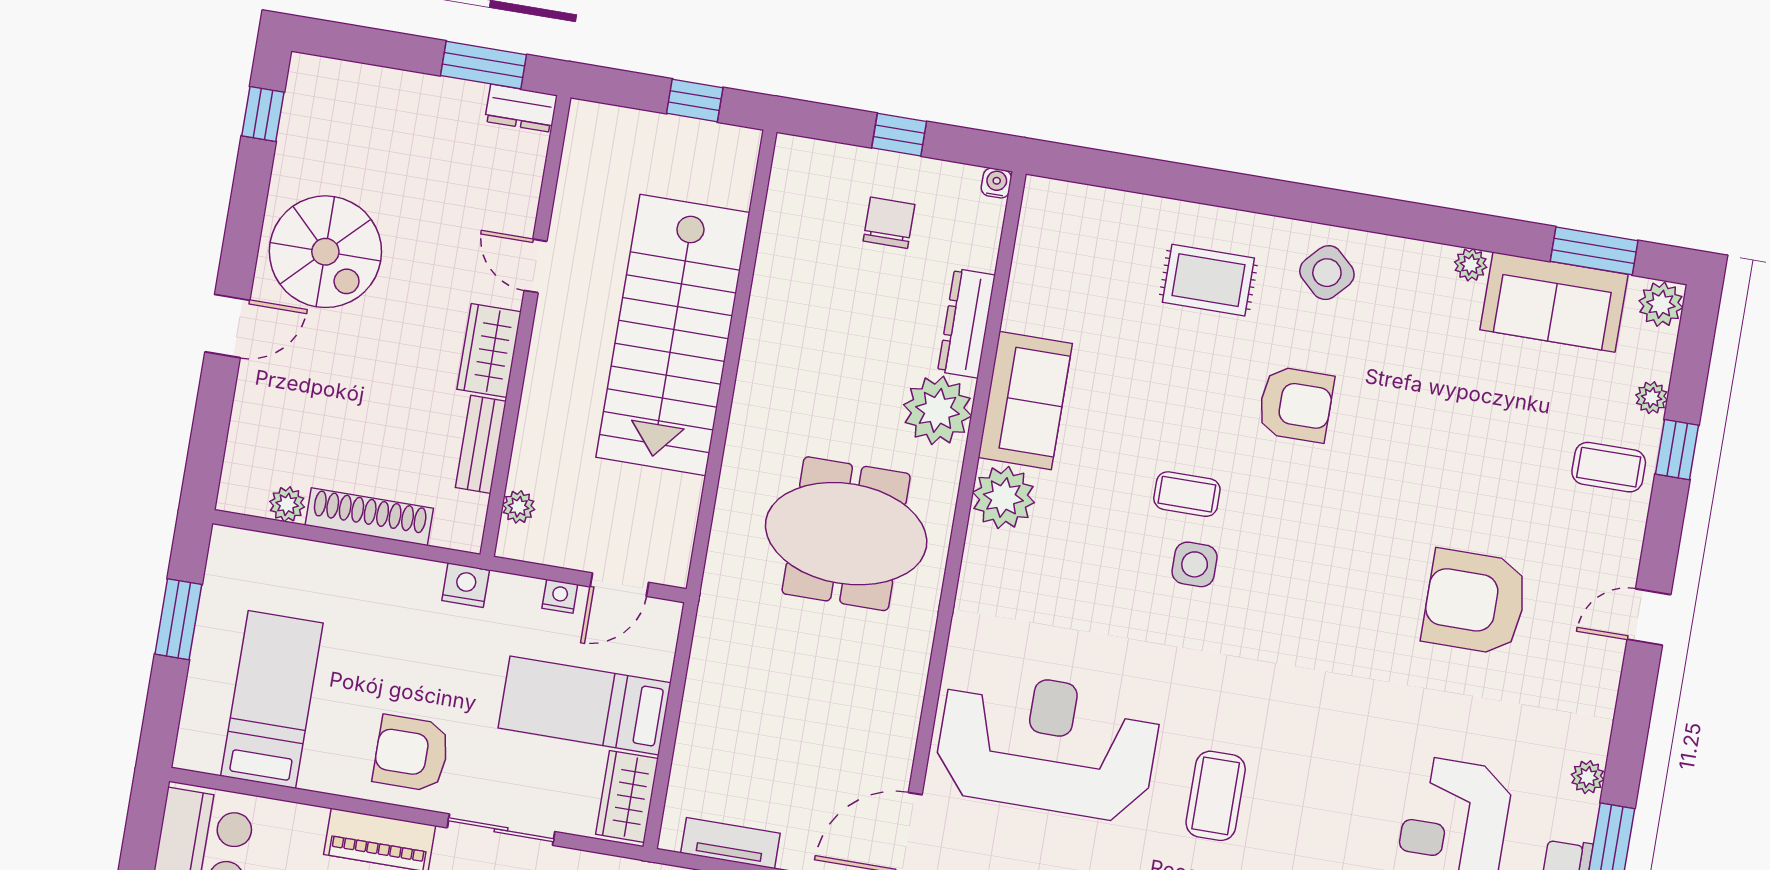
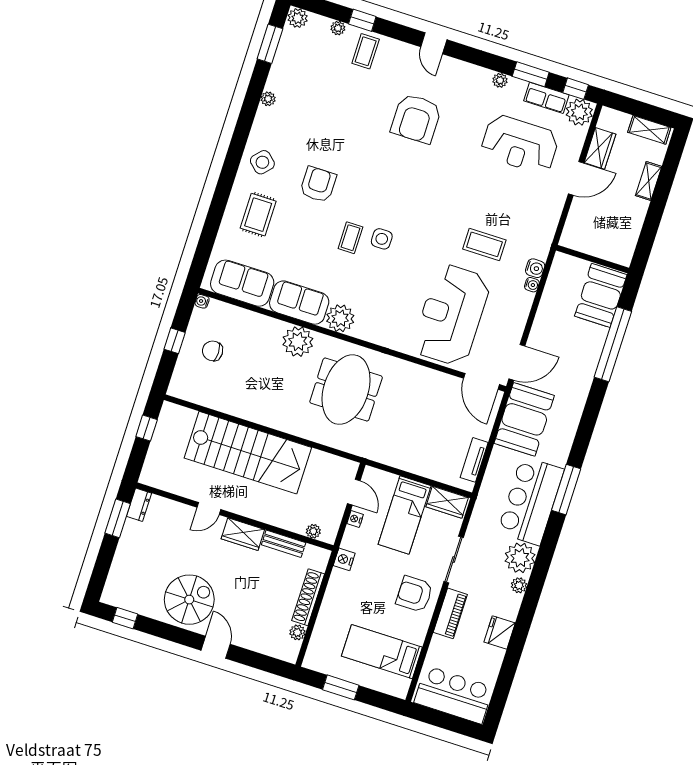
sofa: (1554, 302) -> (242, 283), moved, turned -90
dresser: (966, 323) -> (262, 323), removed
armchair: (411, 753) -> (414, 594), turned 90

